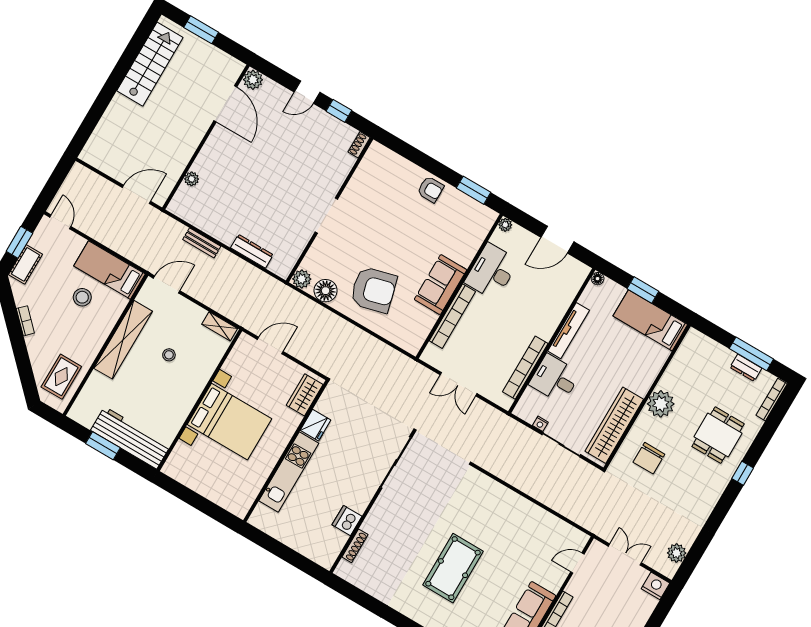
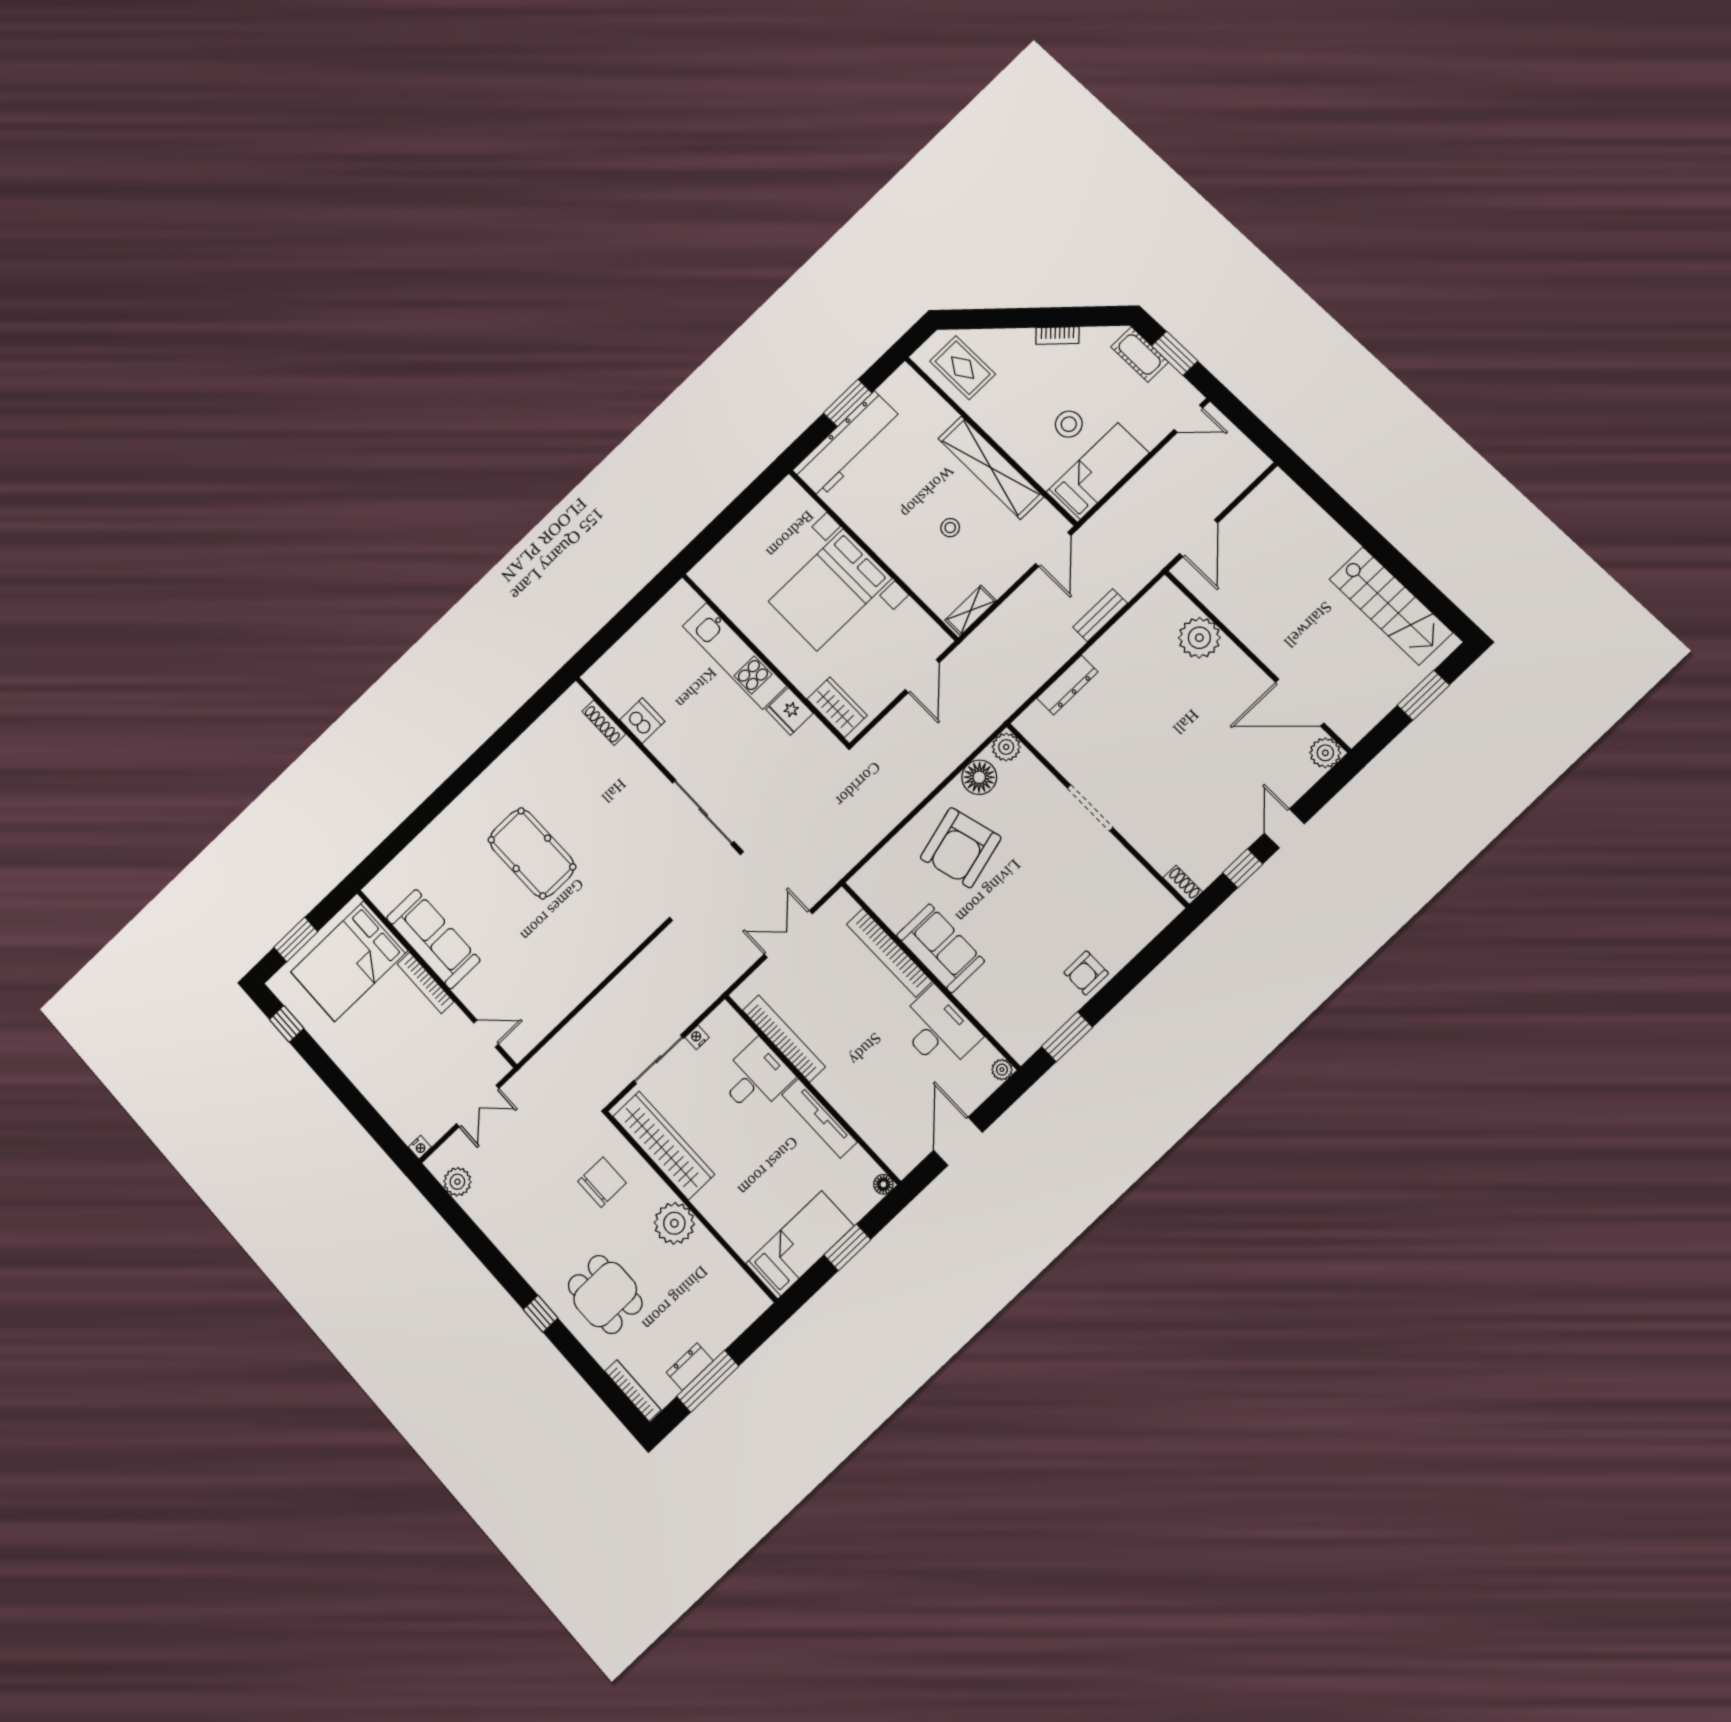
plant: (192, 179) -> (1199, 638), width x1.87, depth x1.87
chair: (649, 458) -> (602, 1182), turned 90
door: (577, 563) -> (486, 1034), hinge flipped
nightstand: (655, 586) -> (420, 1147), width x0.53, depth x0.56

